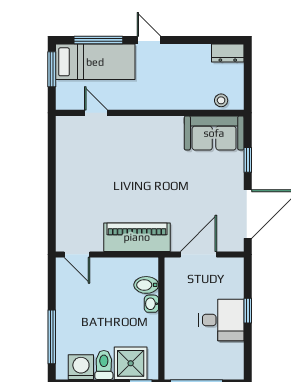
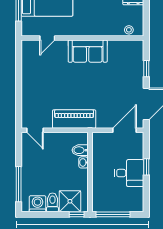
door: (96, 113) -> (47, 38), swing flipped
sofa: (214, 133) -> (88, 51), moved
door: (199, 254) -> (125, 130), moved

